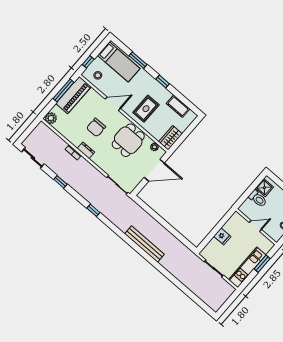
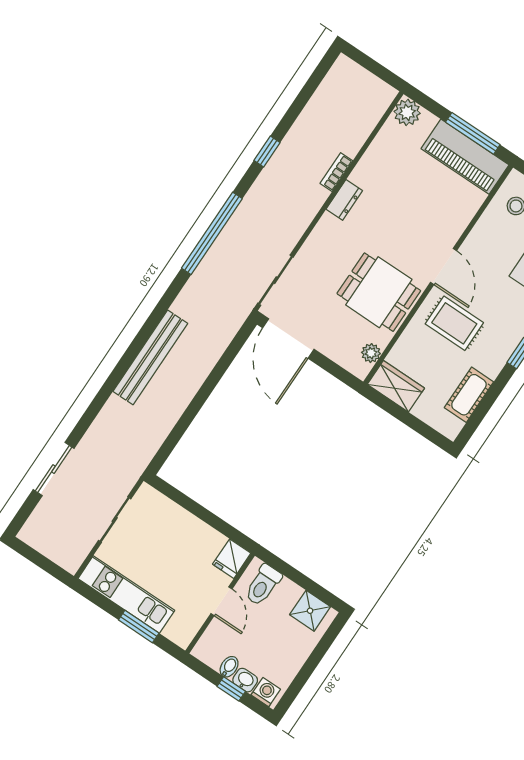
door: (113, 104) -> (444, 267), moved
chair: (96, 127) -> (399, 216), removed
sliding door: (33, 158) -> (54, 469), moved
door: (154, 170) -> (288, 339), moved
toilet: (258, 199) -> (263, 585), moved
window: (93, 210) -> (212, 233), width x3.17
fridge: (222, 236) -> (232, 559), moved

